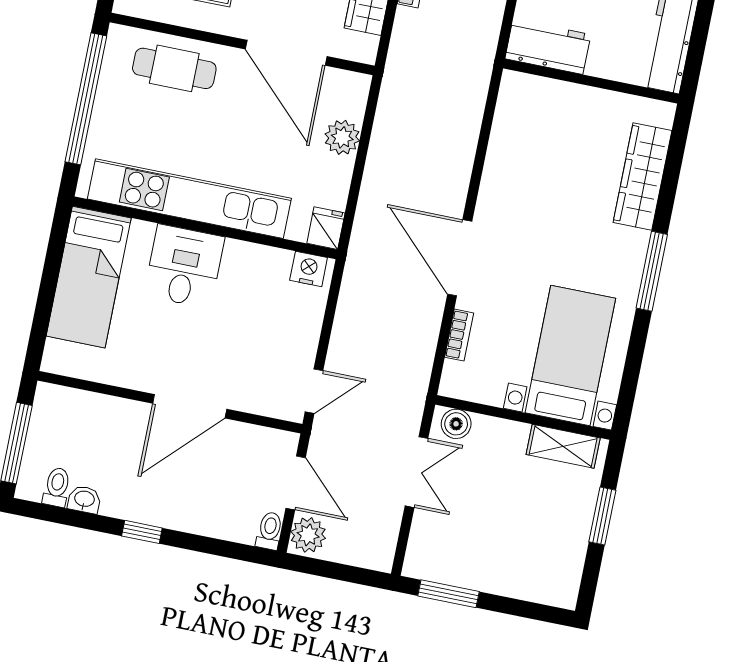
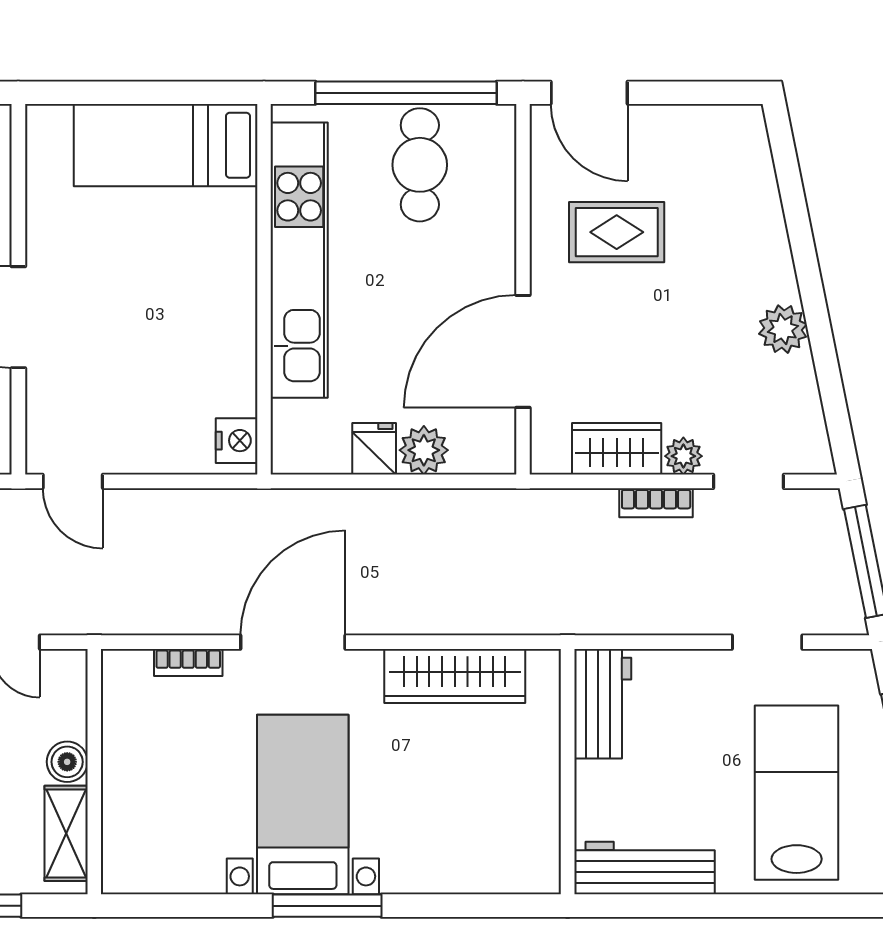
cafe table: (174, 68) -> (420, 165), moved
wardrobe: (642, 176) -> (455, 676), moved, turned 180
fridge: (326, 228) -> (374, 449), moved, turned -90
desk: (184, 266) -> (206, 272), removed
bed with nightstands: (570, 355) -> (303, 804), moved, turned -90
boiler: (456, 424) -> (67, 762), moved

